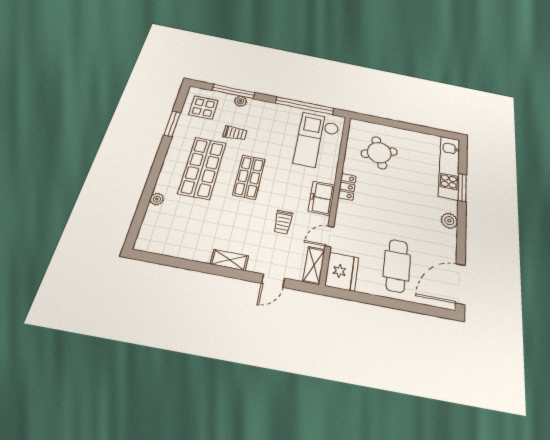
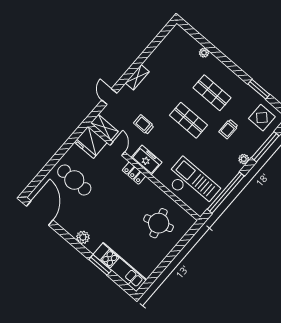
plant: (241, 101) -> (244, 159), moved
shop shelf: (202, 168) -> (212, 93), width x0.70, depth x0.74
locker: (347, 187) -> (134, 173), moved

